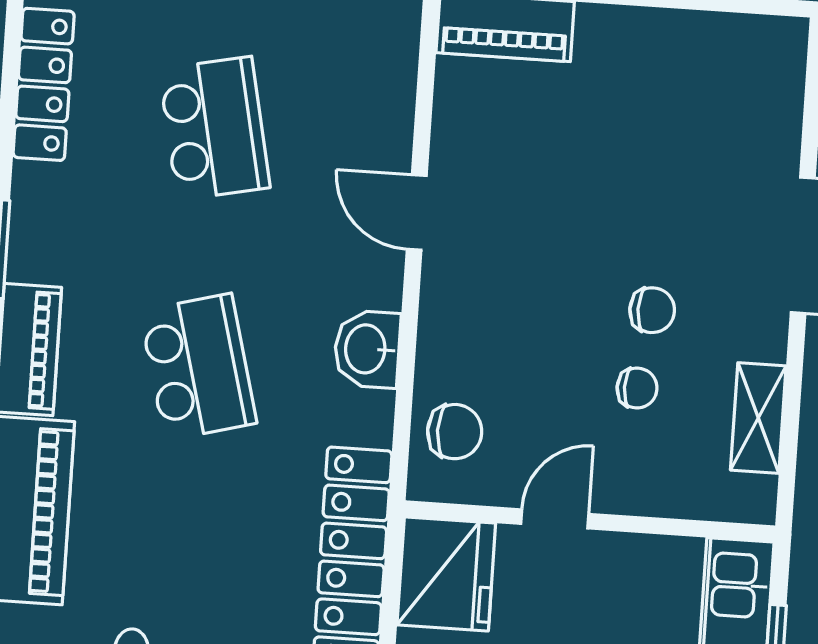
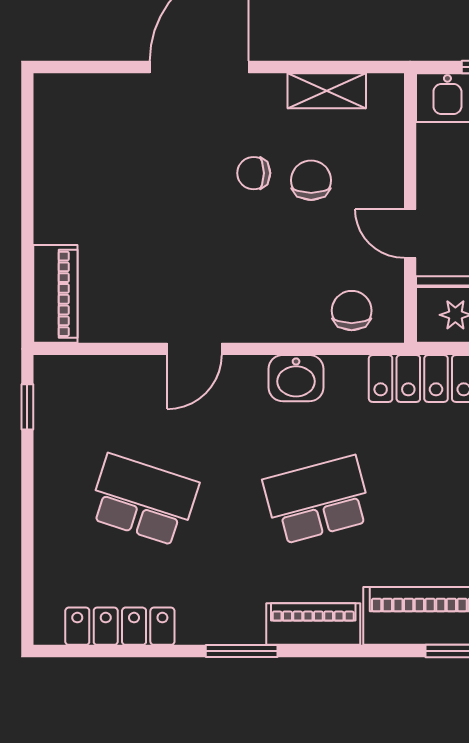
school desk: (214, 128) -> (143, 500), turned 30
chair: (652, 310) -> (254, 173), turned -90
chair: (637, 388) -> (311, 180), width x1.37, depth x1.37

